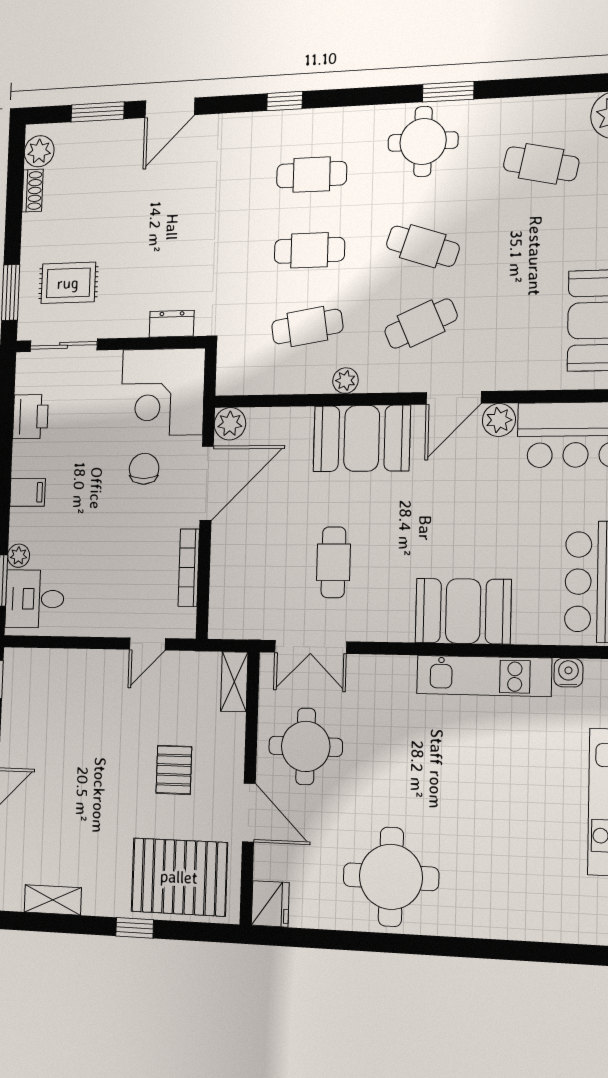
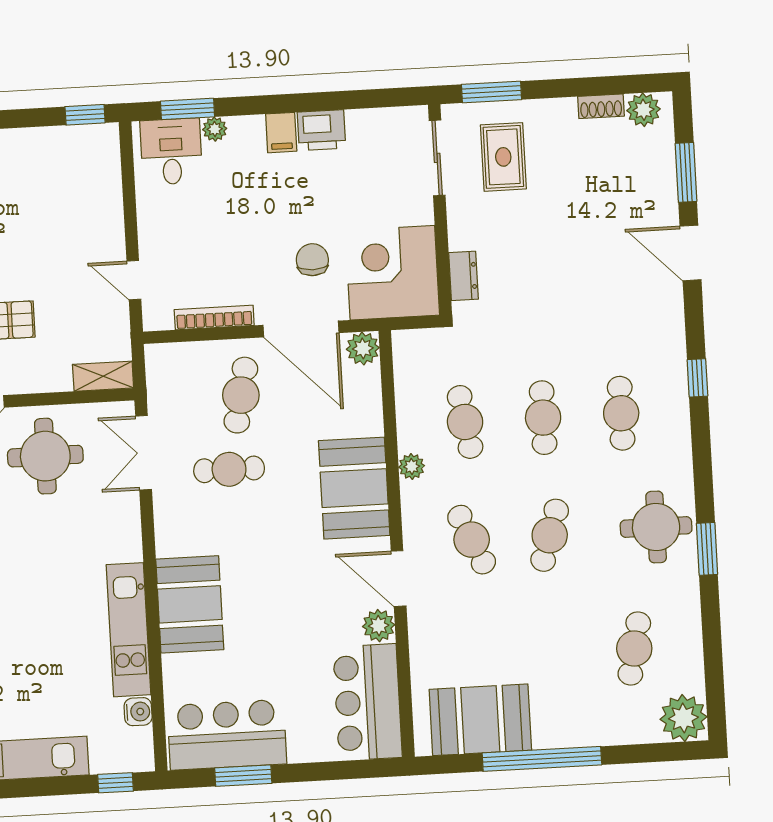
printer: (30, 417) -> (321, 130), moved
chair: (144, 469) -> (312, 260), turned -90
cafe table: (264, 546) -> (241, 395), added

